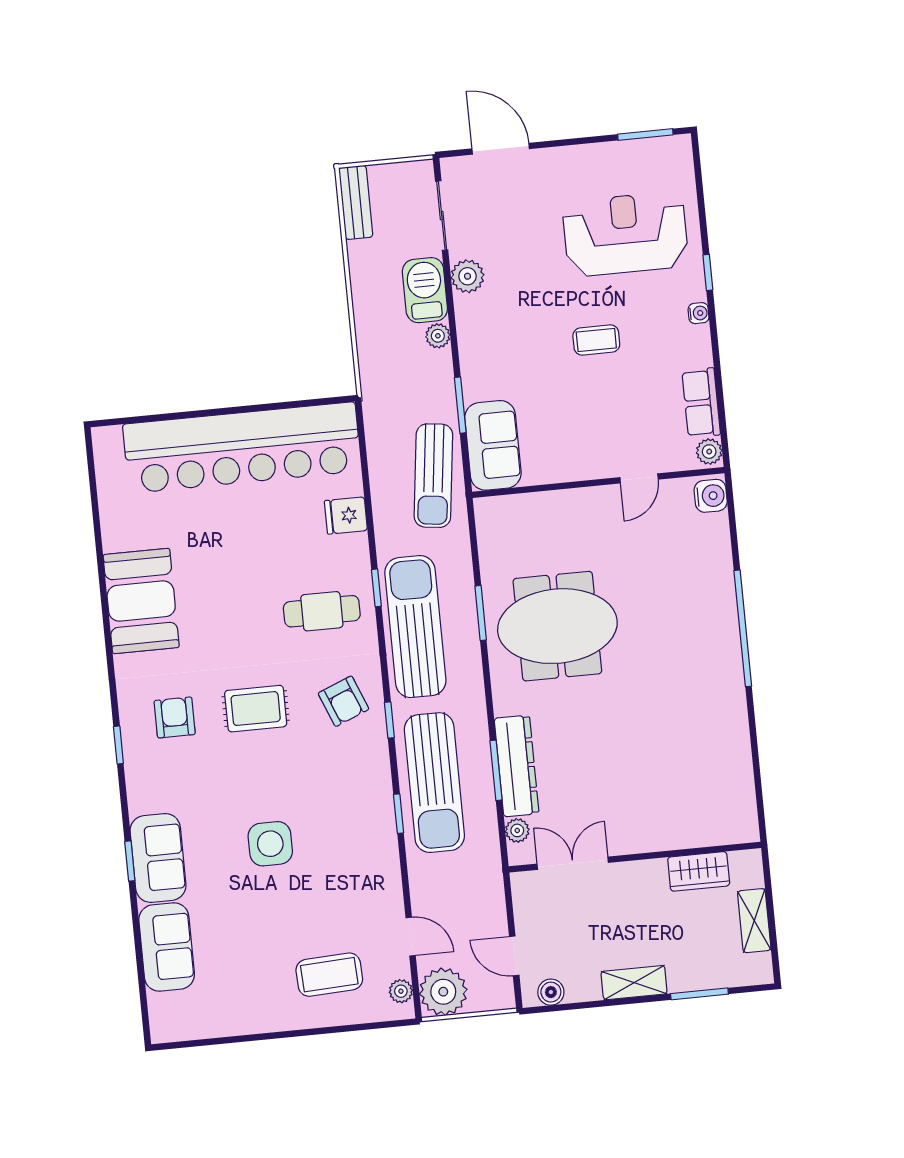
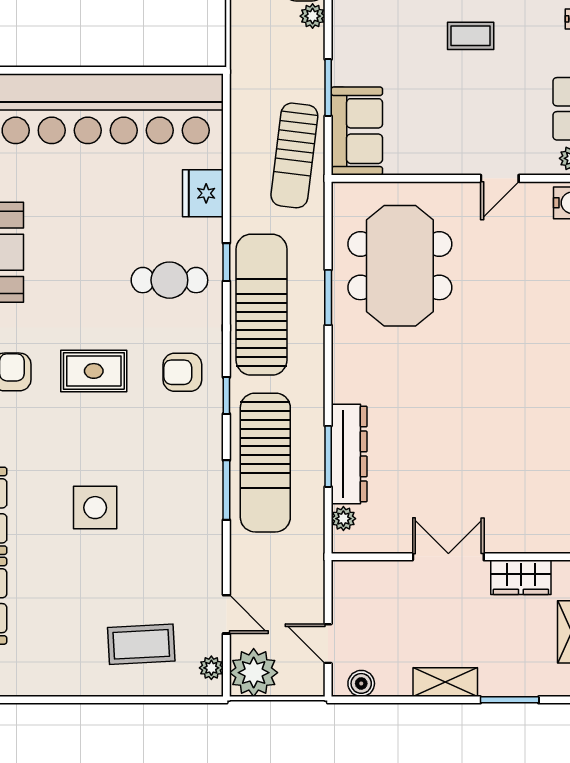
fridge: (346, 516) -> (203, 193), width x1.38
meeting table: (557, 626) -> (400, 266), moved, turned 90
armchair: (344, 701) -> (182, 372), turned 112
window: (399, 814) -> (226, 490), width x1.50
double door: (573, 863) -> (448, 557), moved

